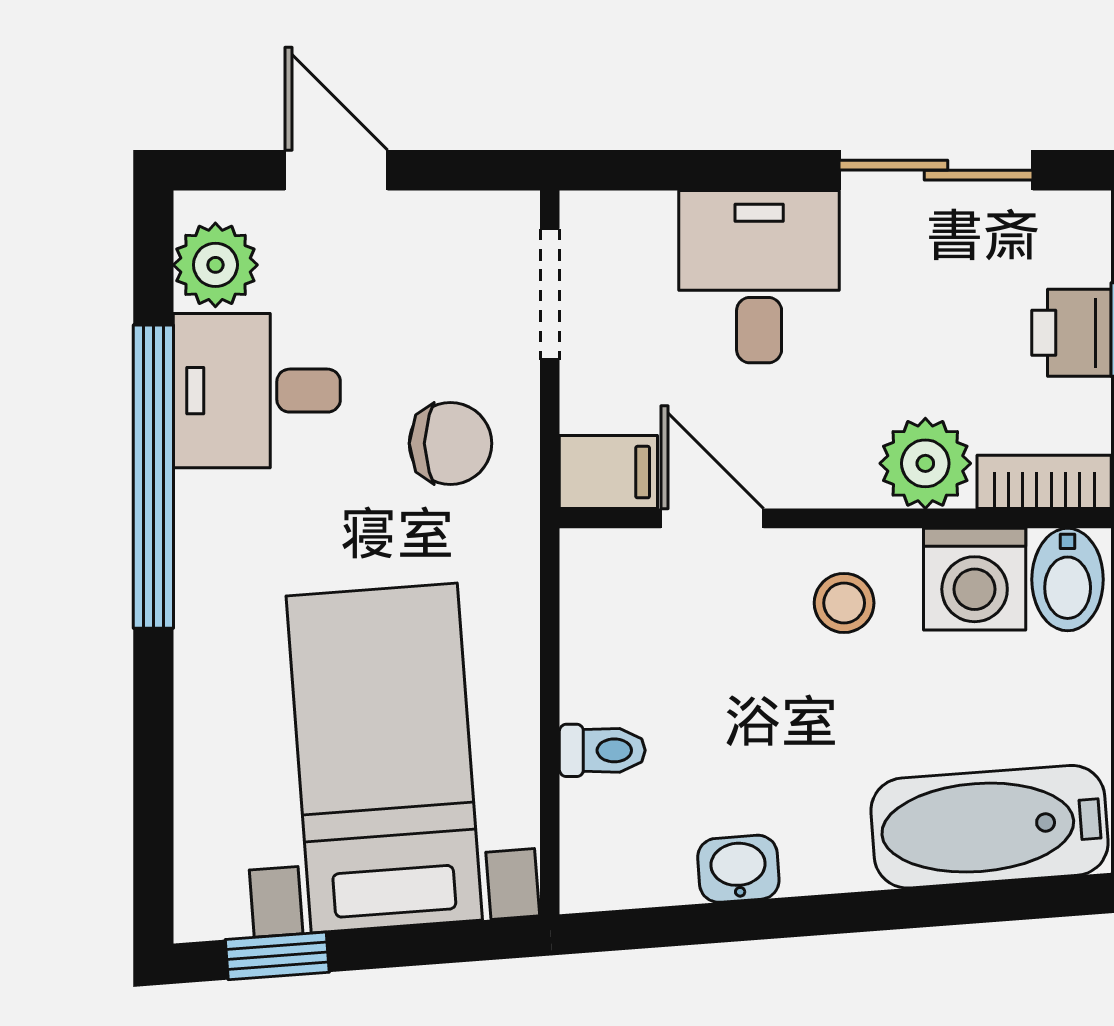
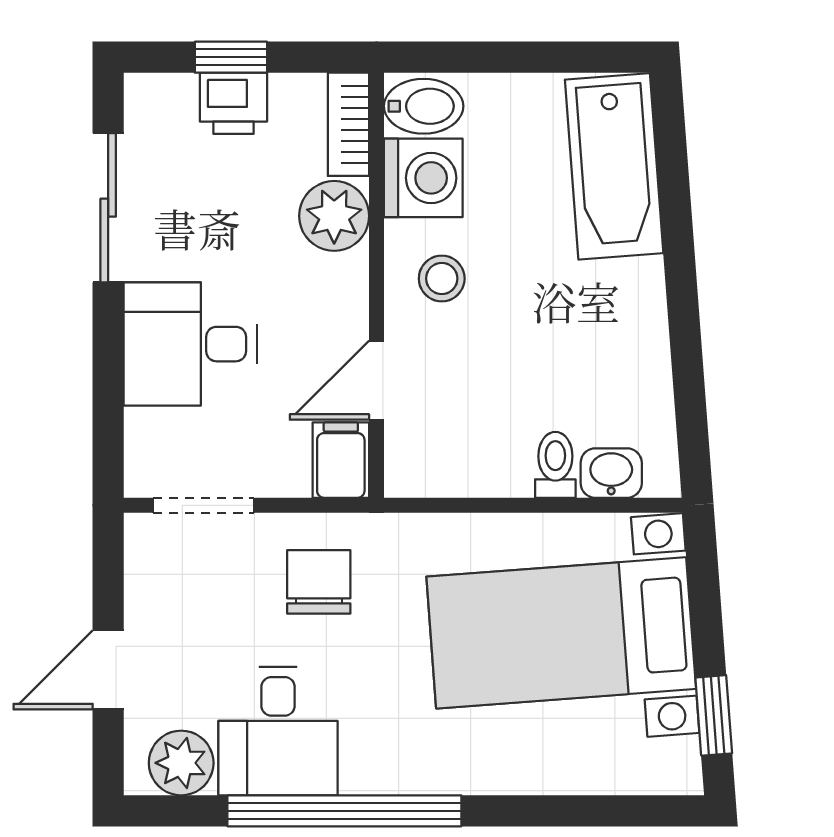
washbasin: (738, 869) -> (611, 473), moved, turned 94

